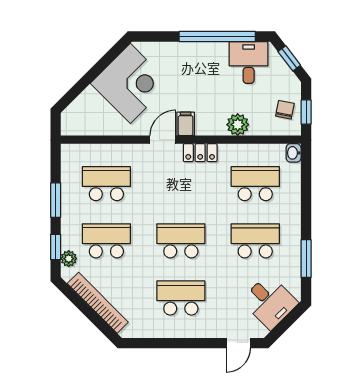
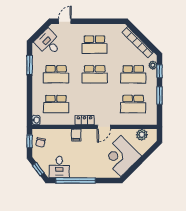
filing cabinet: (186, 124) -> (76, 135), moved
plant: (238, 125) -> (142, 135), moved

